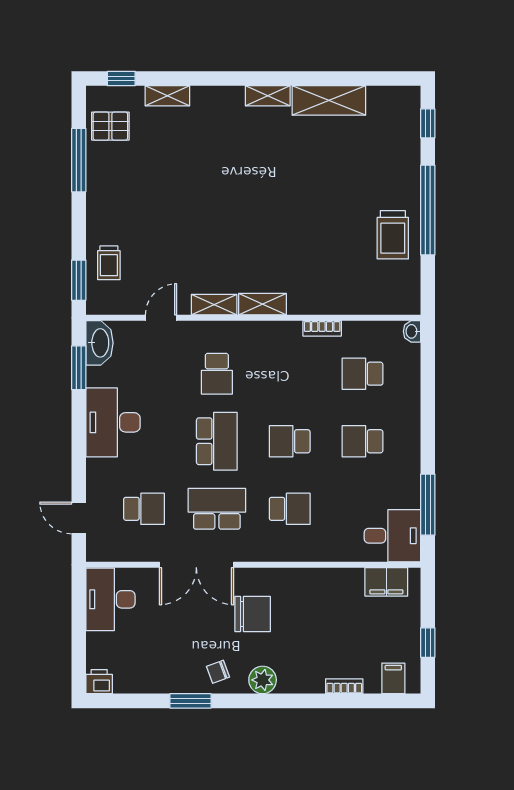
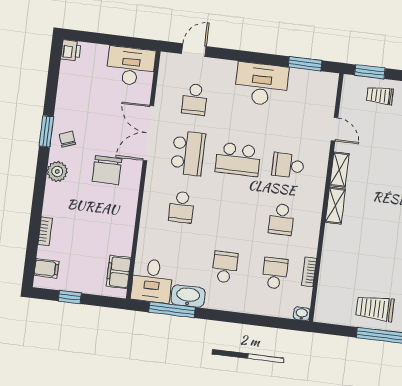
bookcase: (322, 328) -> (309, 272), moved
washbasin: (99, 343) -> (188, 296), moved, turned 180
school desk: (290, 441) -> (281, 219), moved, turned 180
window: (190, 701) -> (46, 131), moved

